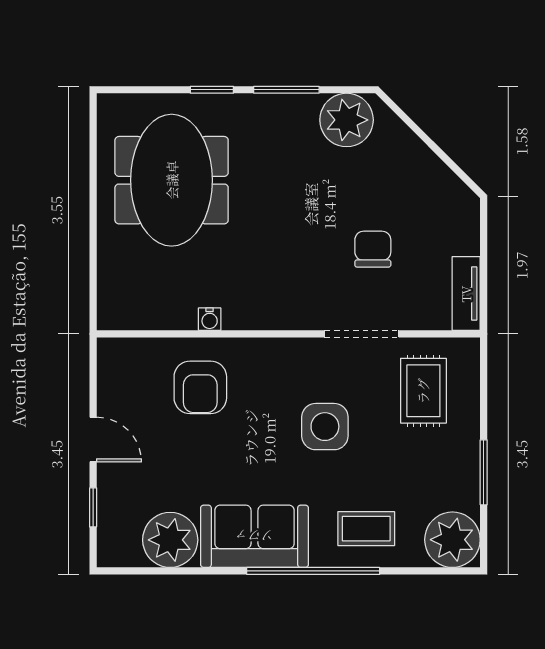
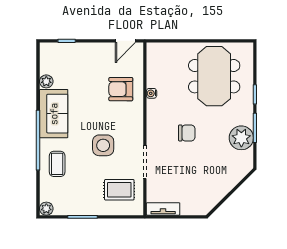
plant: (347, 120) -> (241, 138), moved
meeting table: (172, 180) -> (214, 76), turned 90
chair: (373, 249) -> (187, 133), moved
door: (93, 440) -> (125, 41), moved
plant: (170, 540) -> (46, 81), width x0.53, depth x0.53
plant: (452, 540) -> (46, 209), width x0.53, depth x0.53

